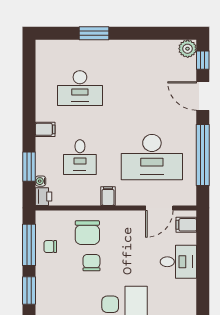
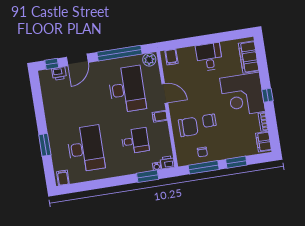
plant: (188, 49) -> (149, 60), moved
printer: (188, 68) -> (59, 73), added
desk: (80, 88) -> (86, 149), width x1.36, depth x1.30
filing cabinet: (45, 129) -> (63, 178), moved
door: (159, 208) -> (165, 93), moved
desk: (178, 262) -> (209, 57), moved

